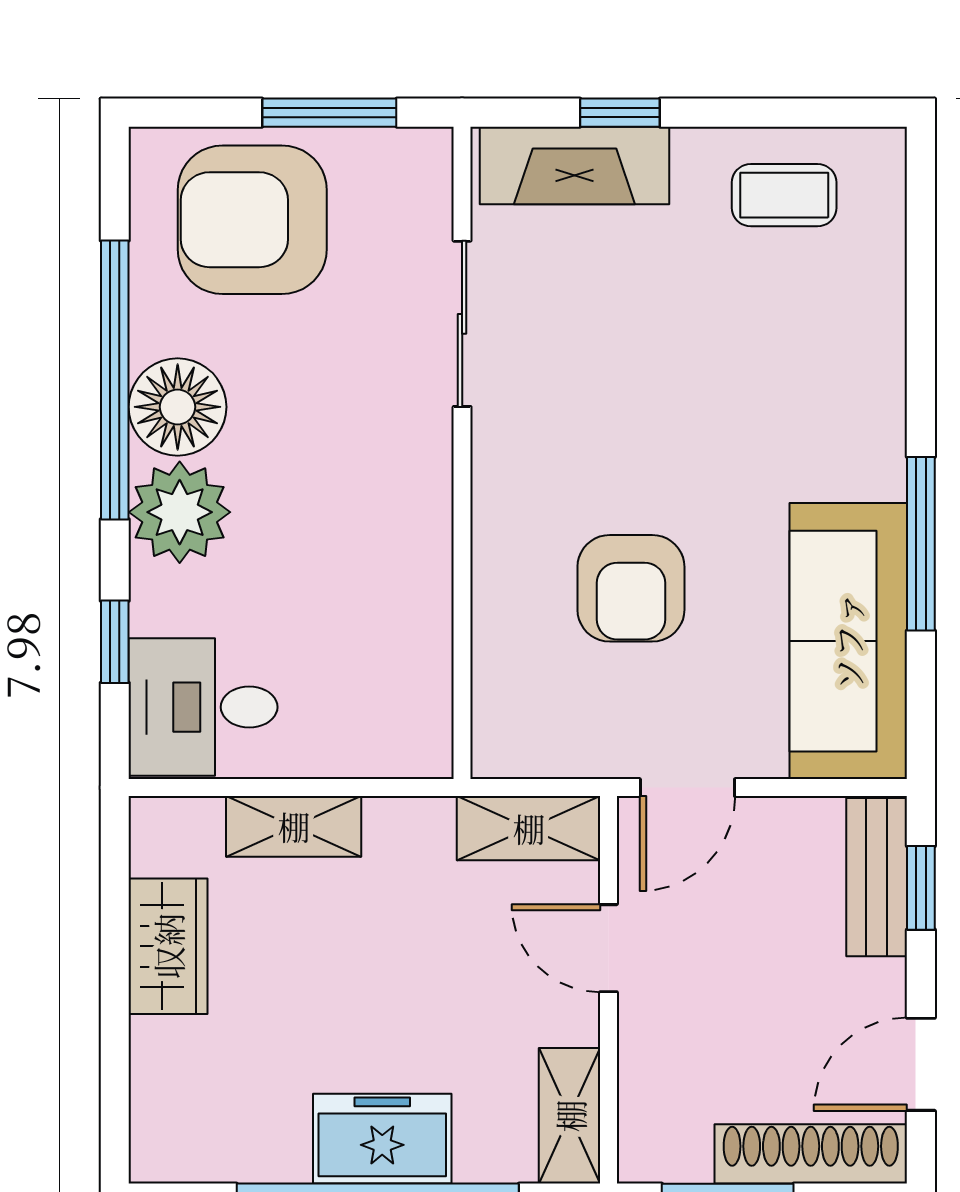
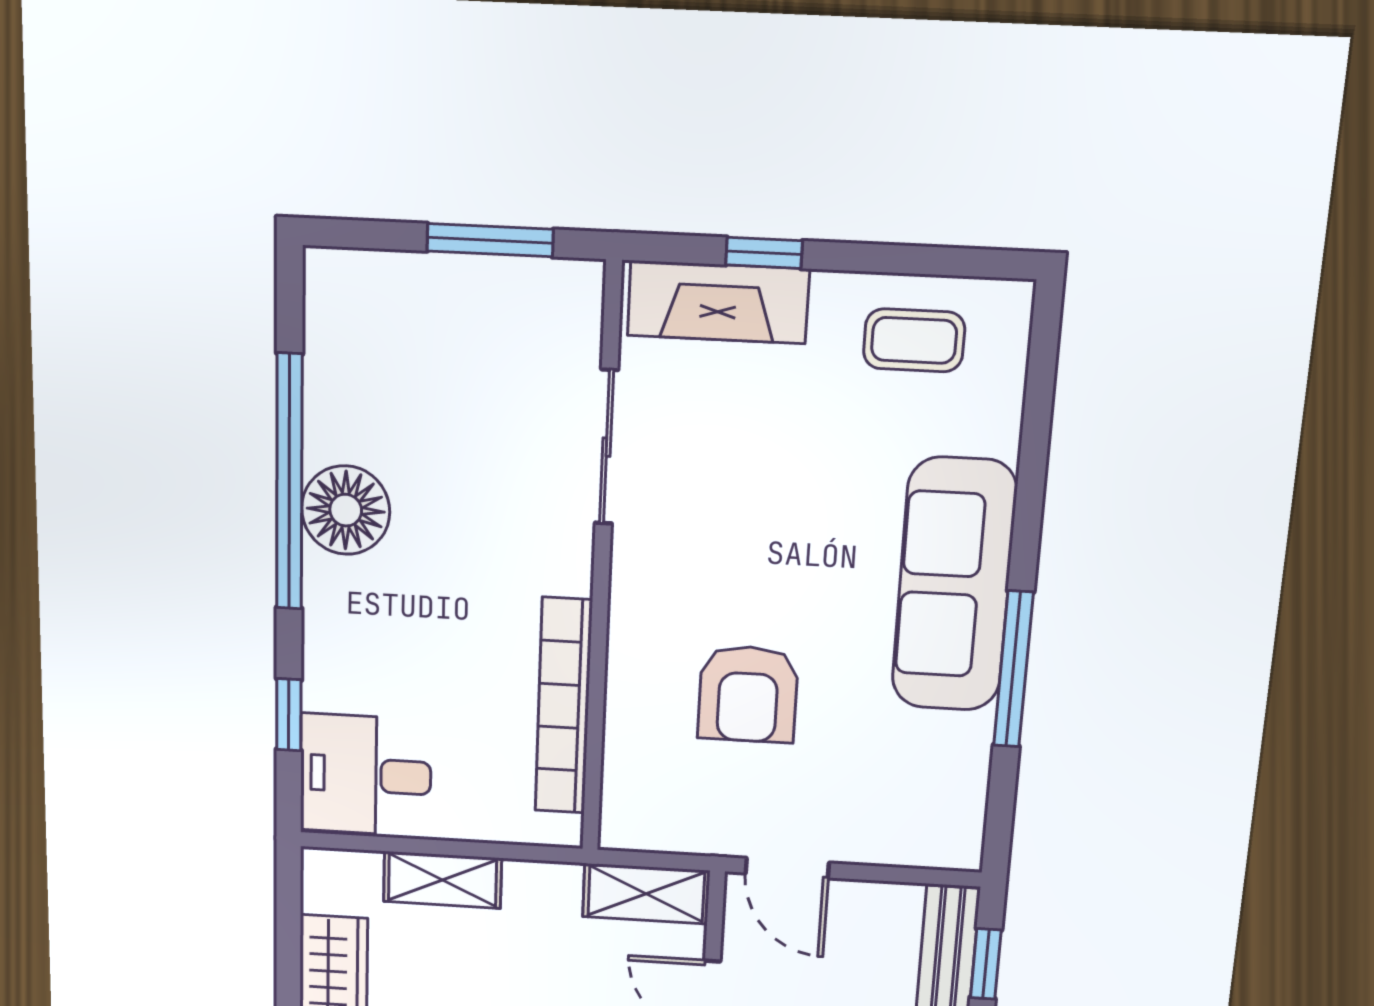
armchair: (252, 220) -> (416, 340), removed
plant: (180, 512) -> (347, 605), removed
bookcase: (426, 614) -> (564, 706), added
sofa: (848, 641) -> (954, 585), moved
door: (687, 788) -> (787, 868), hinge flipped

